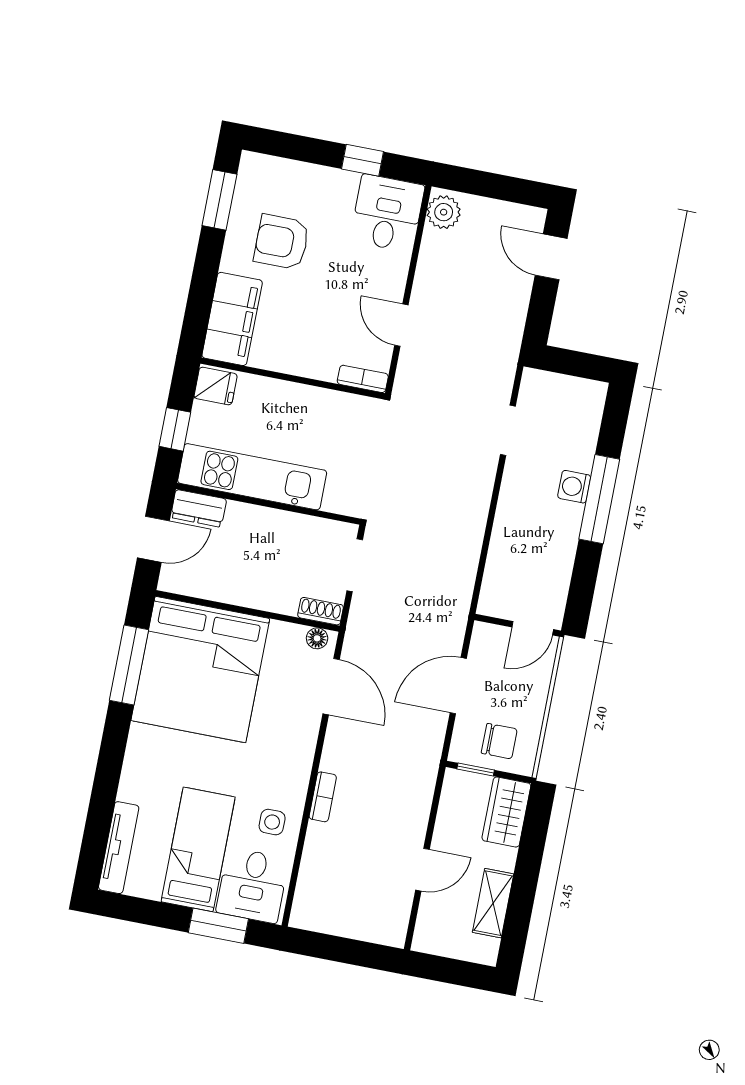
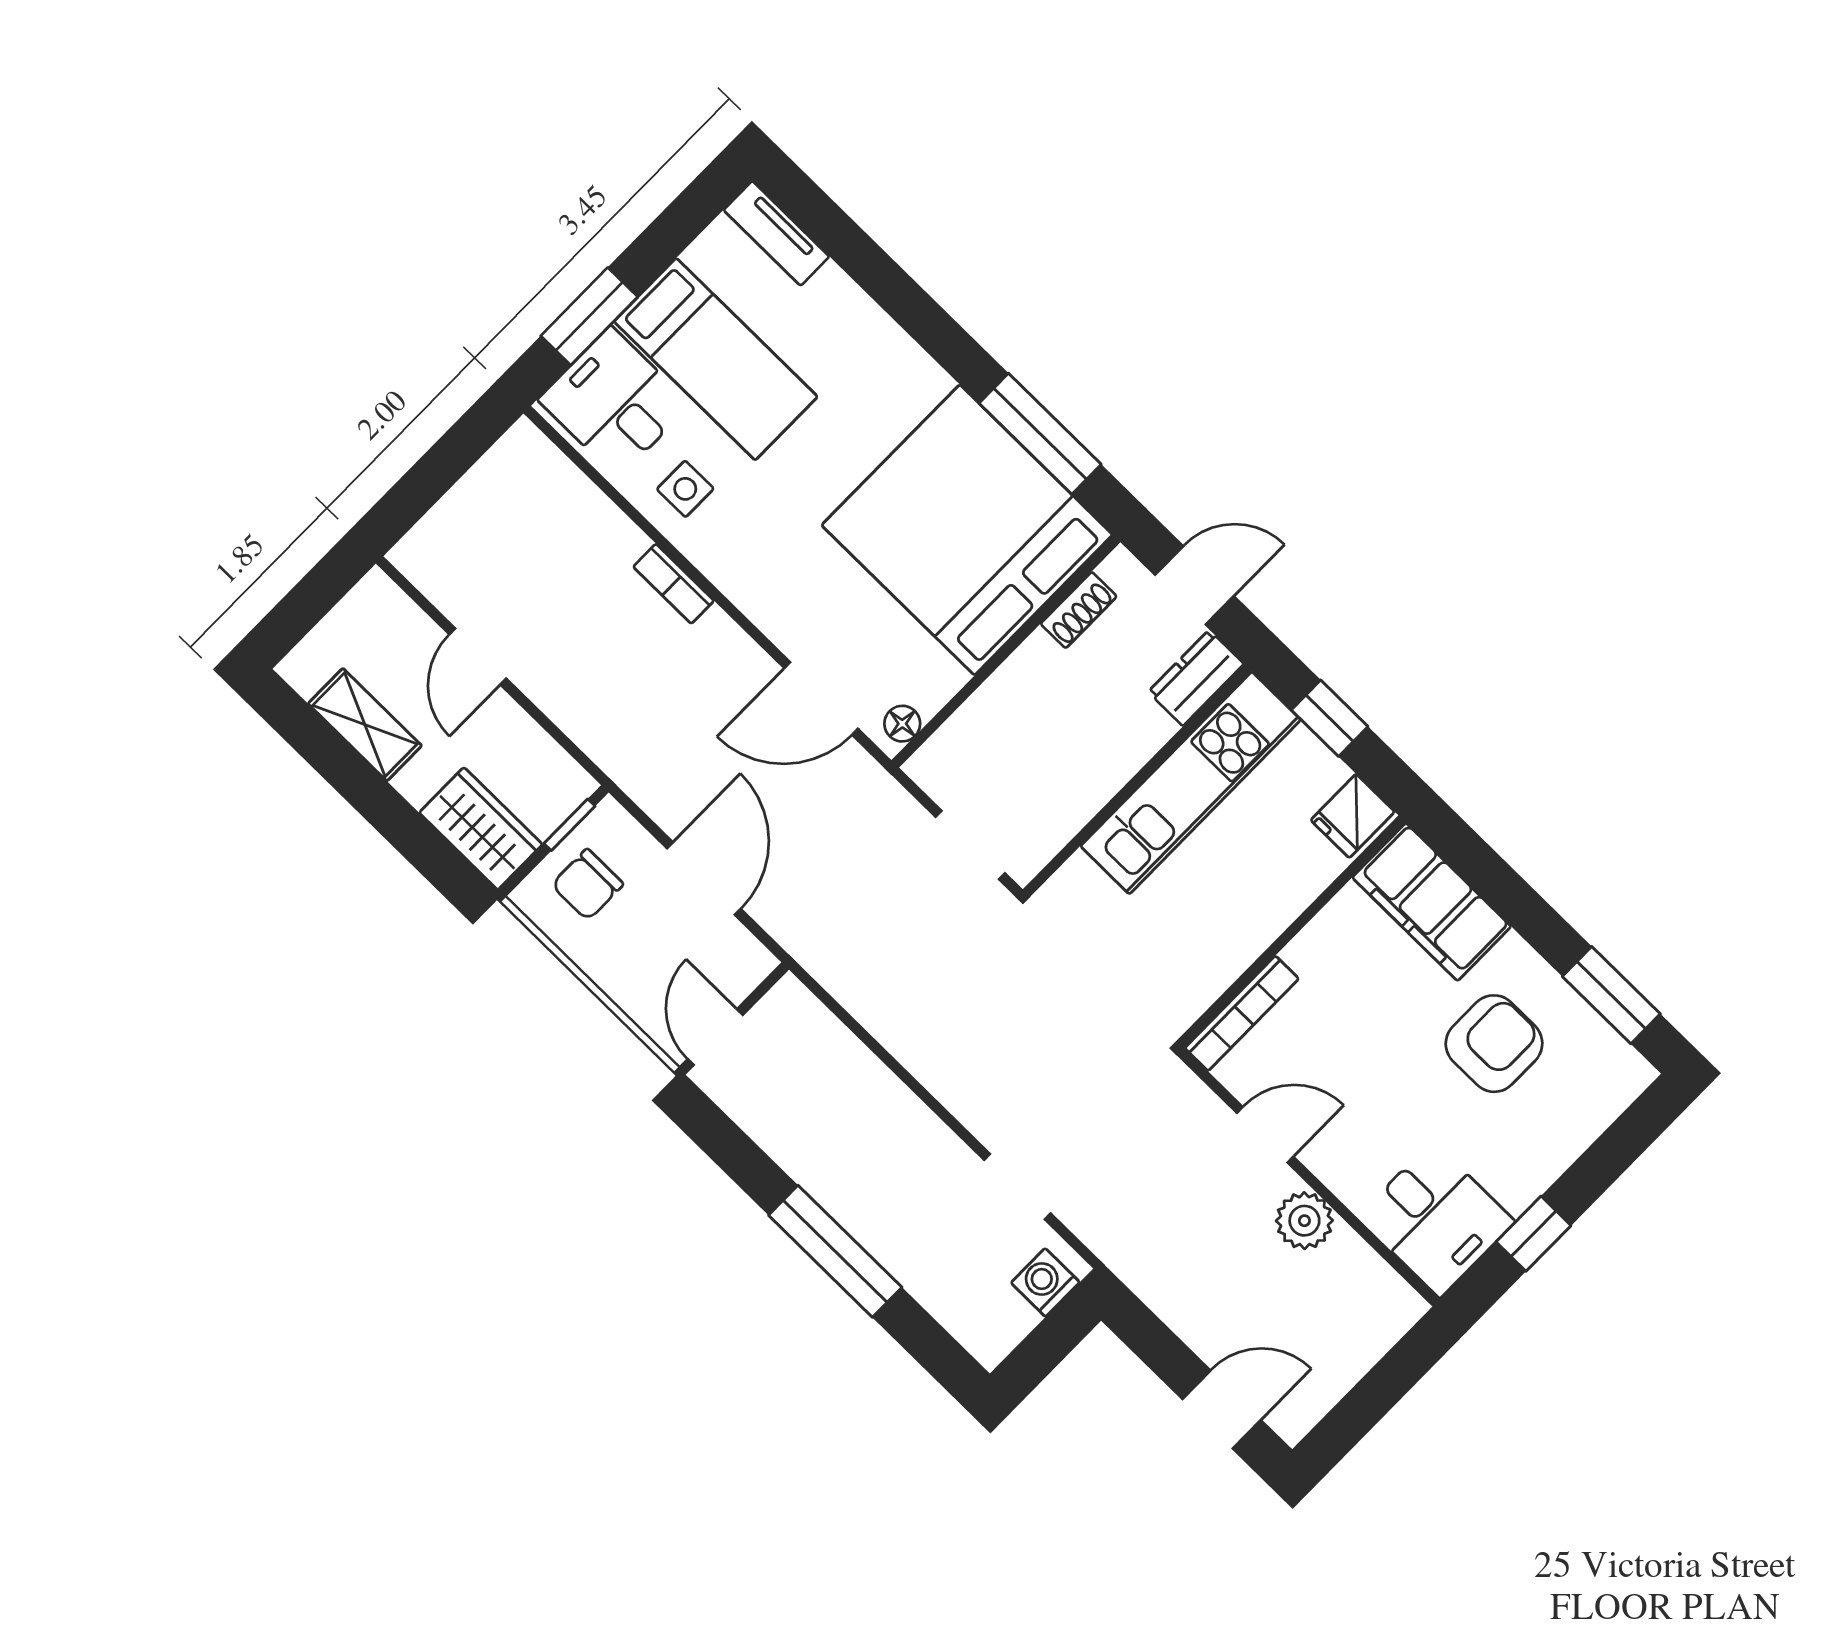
plant: (444, 212) -> (1304, 1221), moved
bookcase: (363, 379) -> (1242, 1013), width x1.56
washing machine: (574, 487) -> (1045, 1282), moved, turned -90
door: (153, 539) -> (1194, 585), swing flipped
shoe rack: (321, 611) -> (1079, 610), moved
tv unit: (119, 848) -> (776, 233), width x0.71

